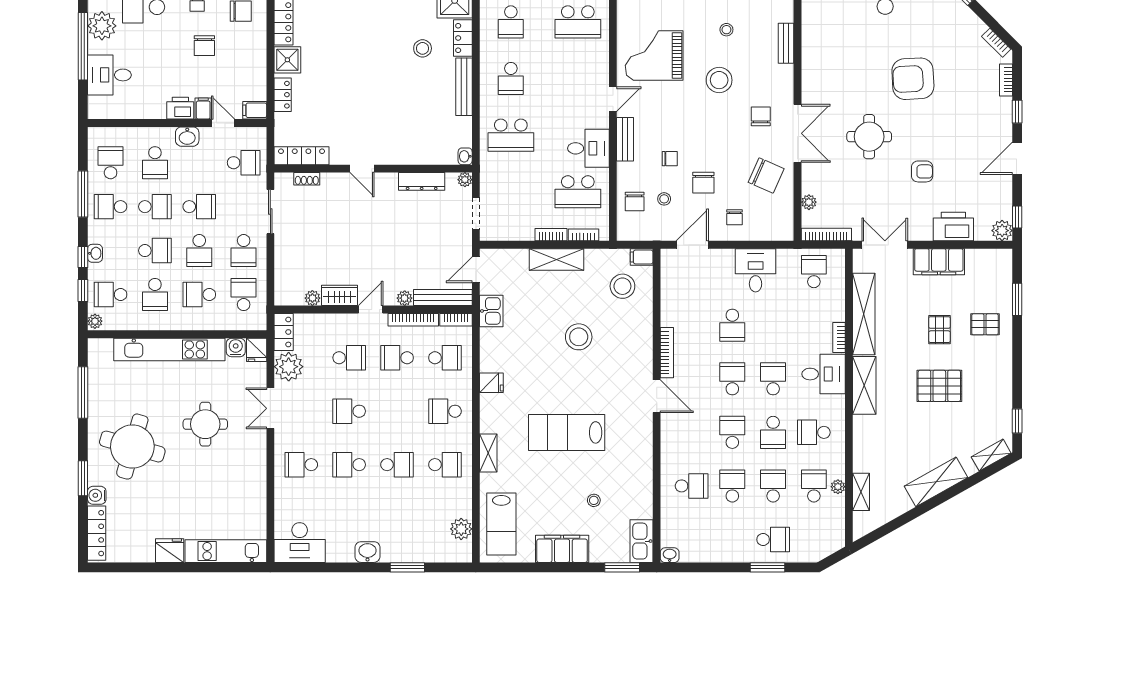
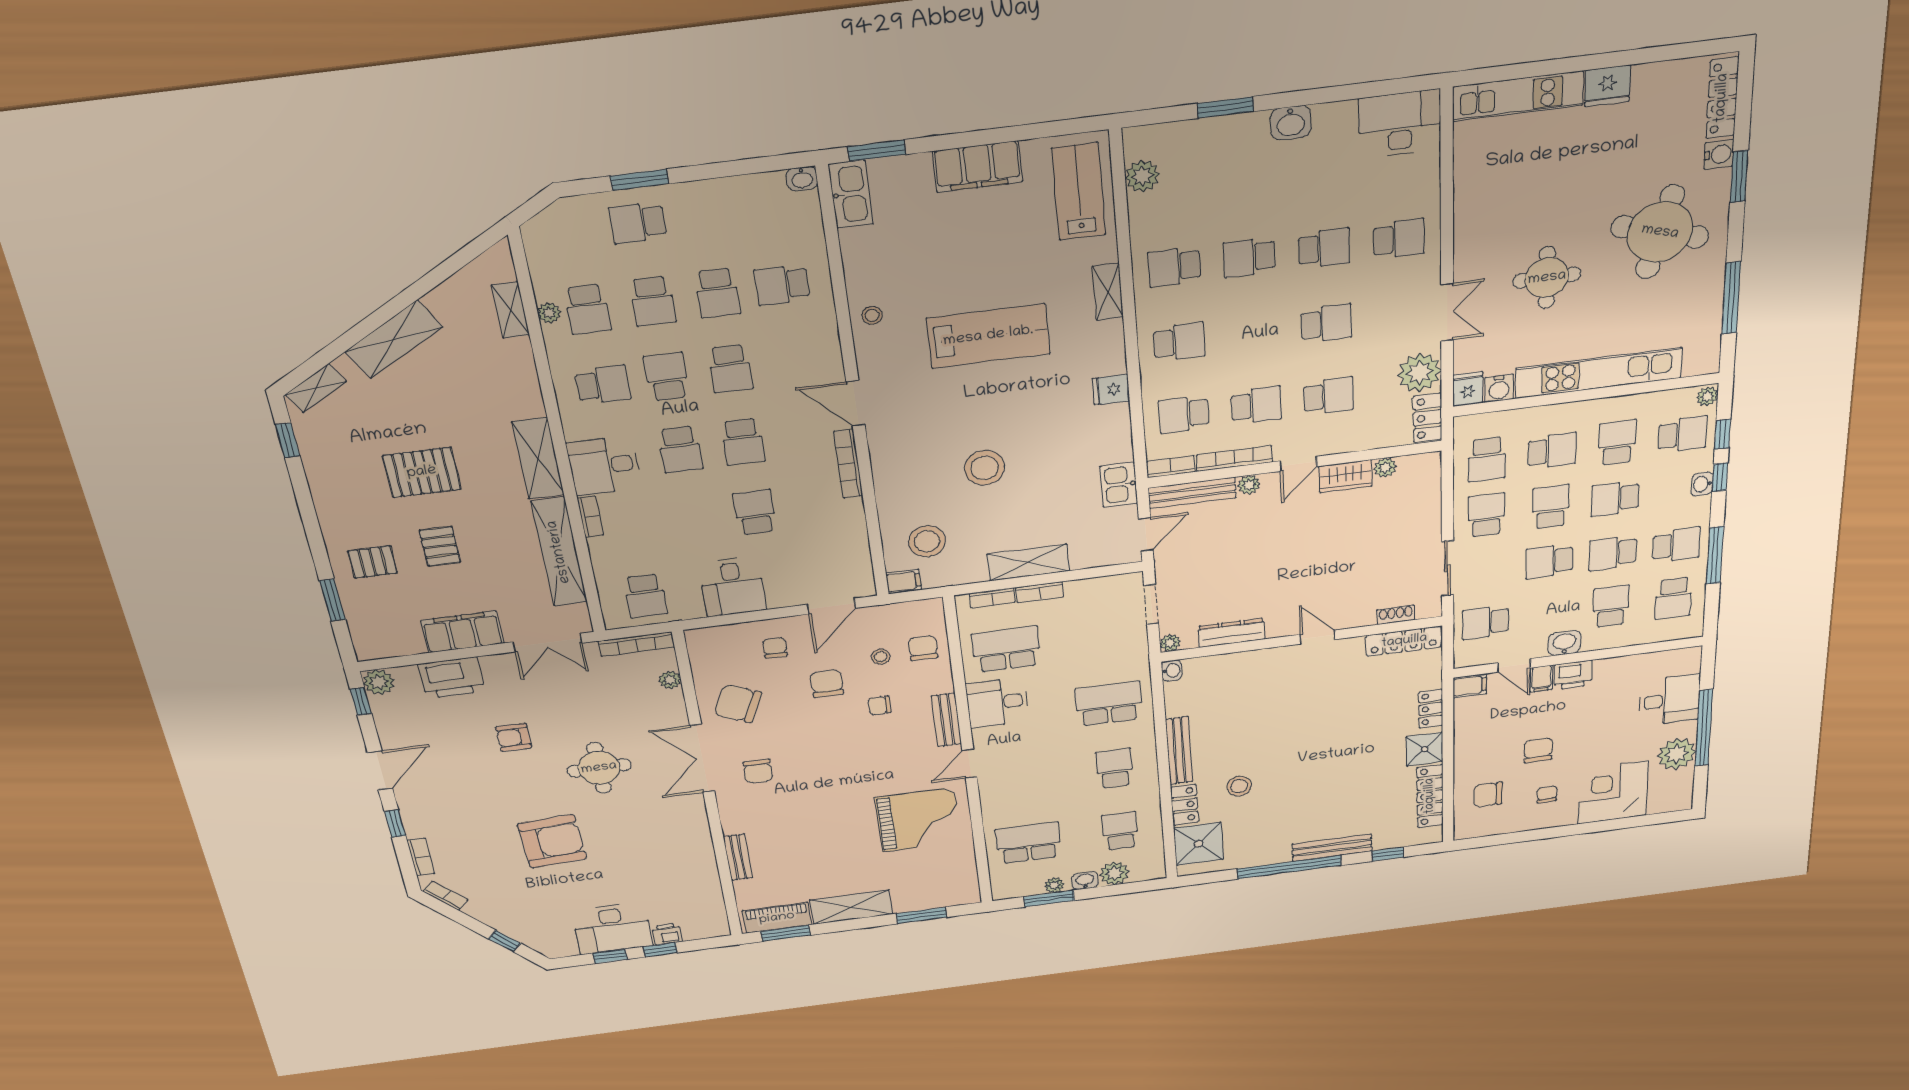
stool: (726, 30) -> (823, 861), removed
stool: (719, 80) -> (824, 804), removed
school desk: (349, 358) -> (1329, 396), turned 180
stool: (594, 500) -> (872, 315), moved

